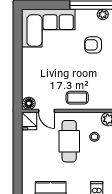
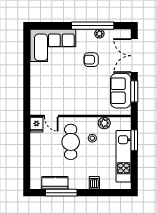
coffee table: (77, 98) -> (77, 105), removed
floor lamp: (29, 103) -> (36, 110), removed

